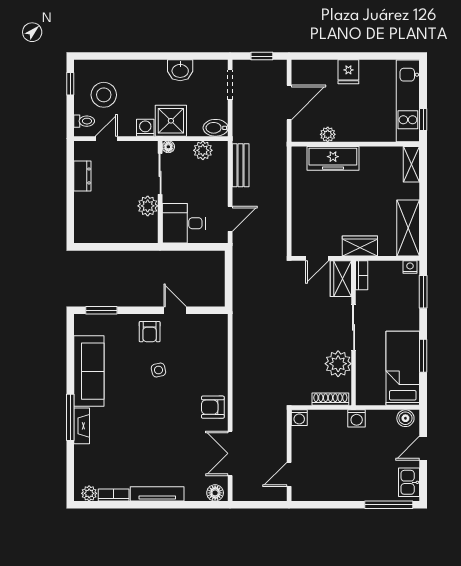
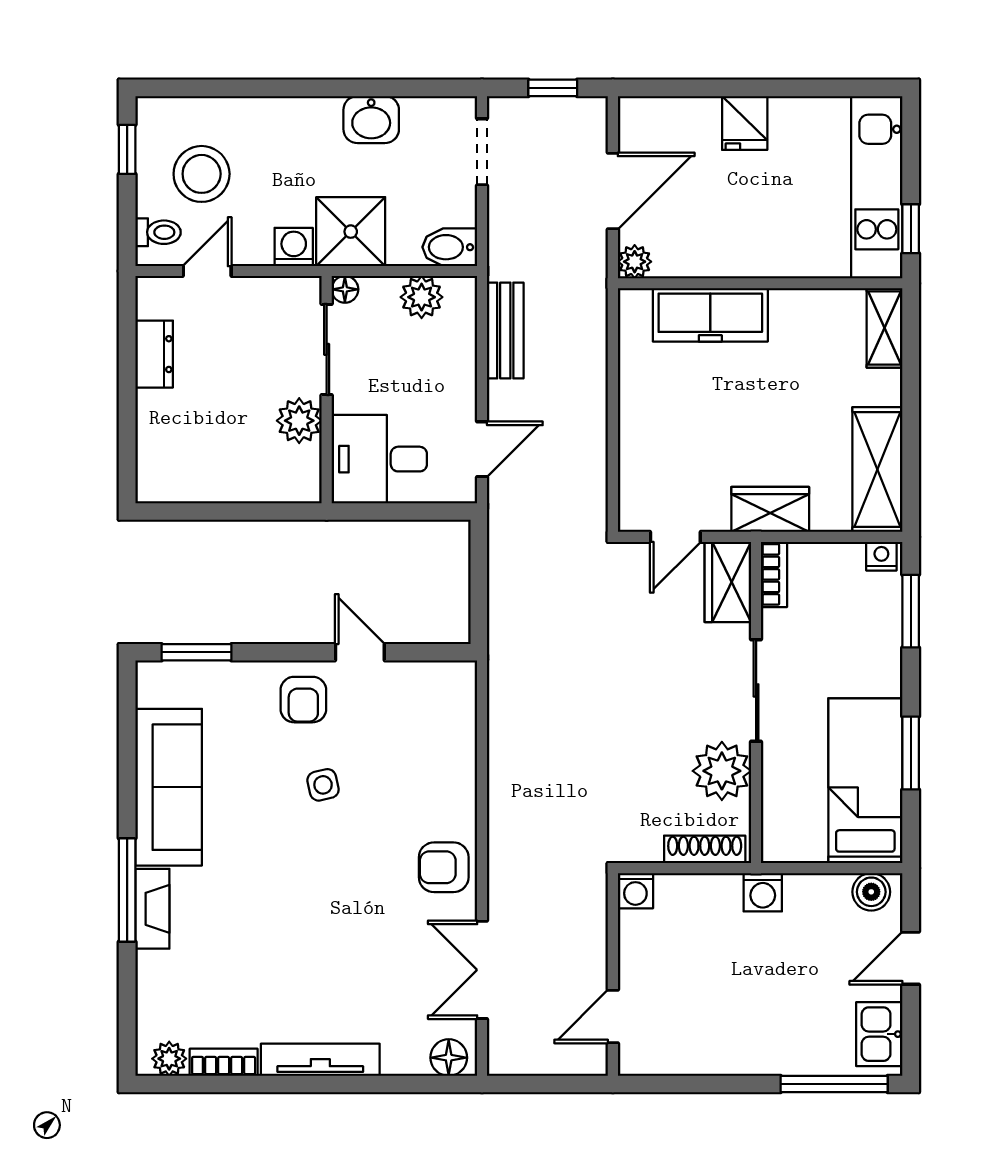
plant: (328, 134) -> (635, 262), moved

